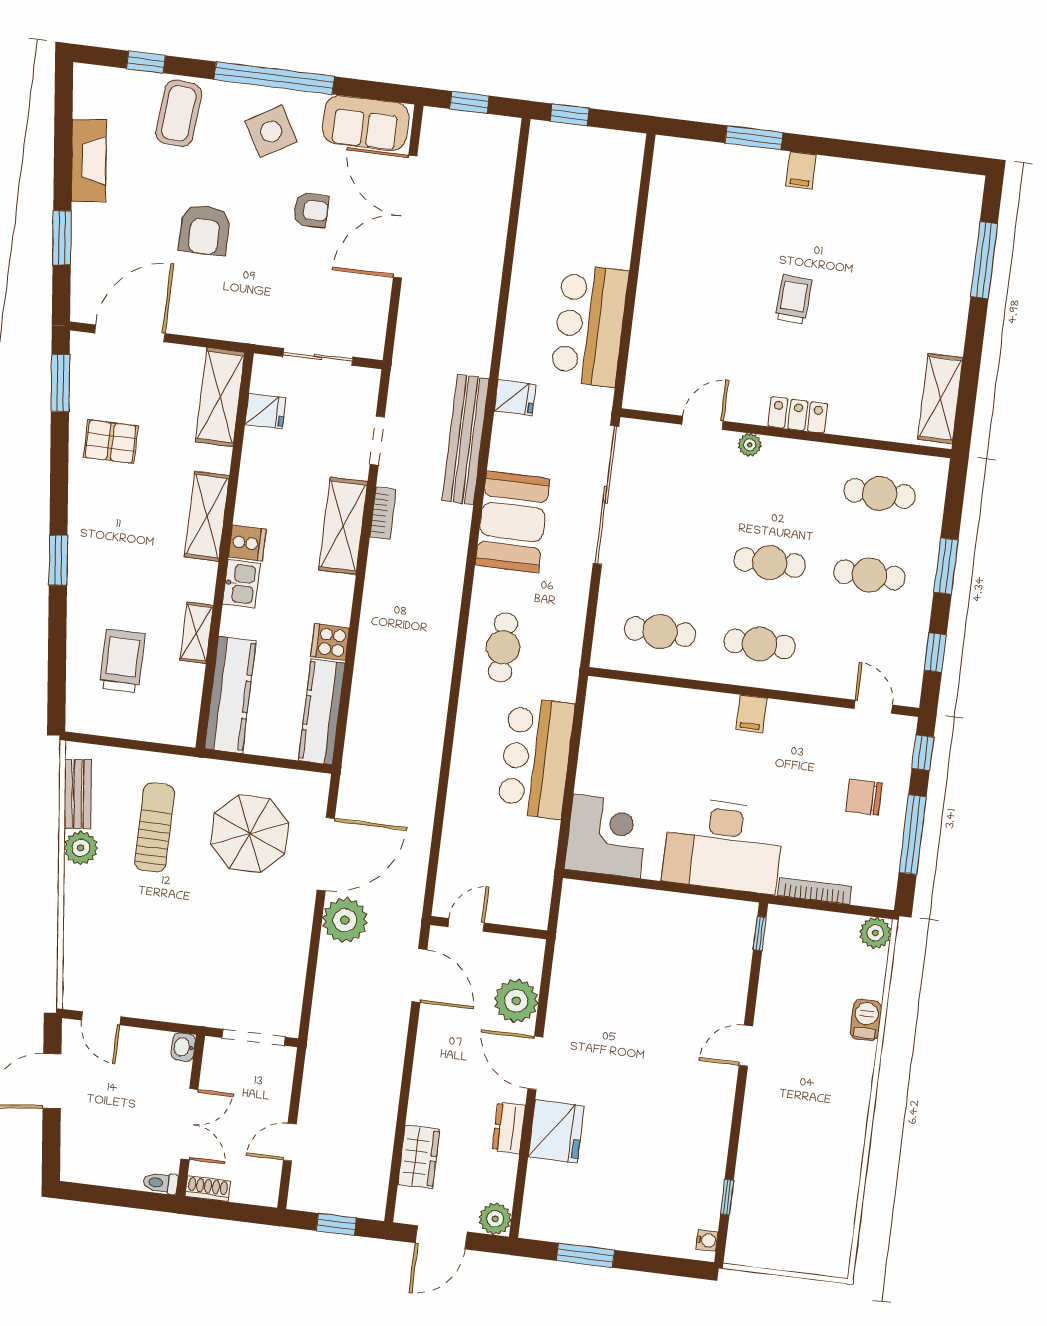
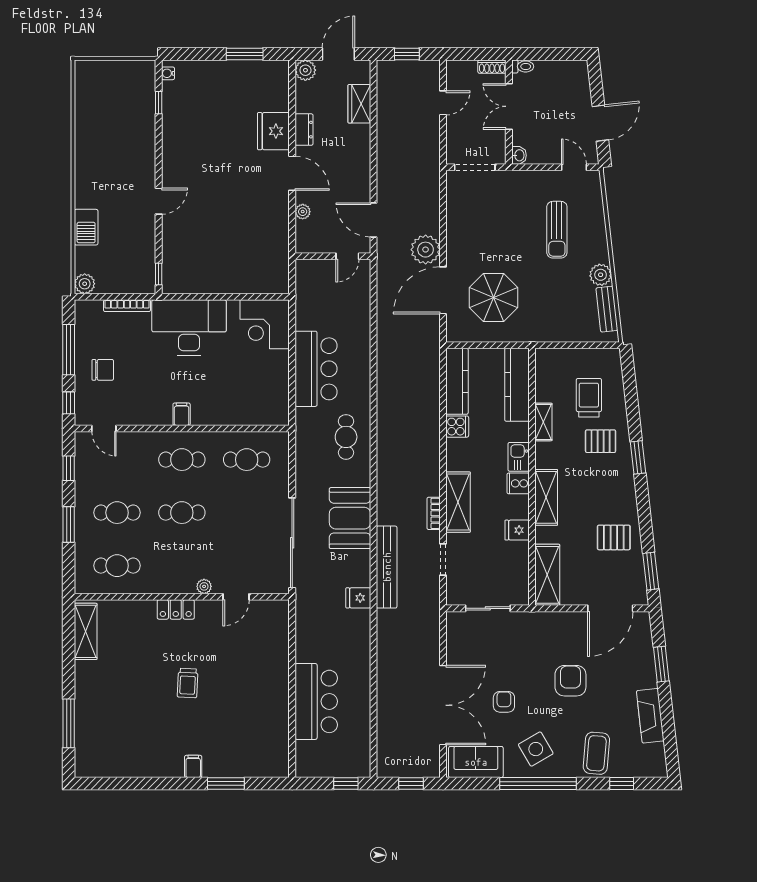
armchair: (311, 210) -> (504, 702), turned 90
bar counter: (590, 325) -> (316, 701), moved
fridge: (265, 411) -> (517, 530), moved
pallet: (113, 592) -> (601, 441), added
trolley: (122, 661) -> (589, 398), turned 180
sun lounger: (155, 828) -> (557, 230), moved
plant: (516, 1001) -> (303, 212), width x0.53, depth x0.53
barbecue: (866, 1020) -> (86, 227), width x1.38, depth x1.27

